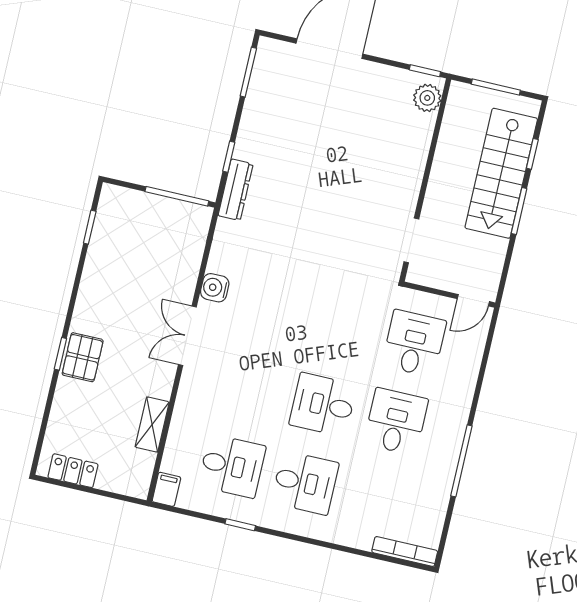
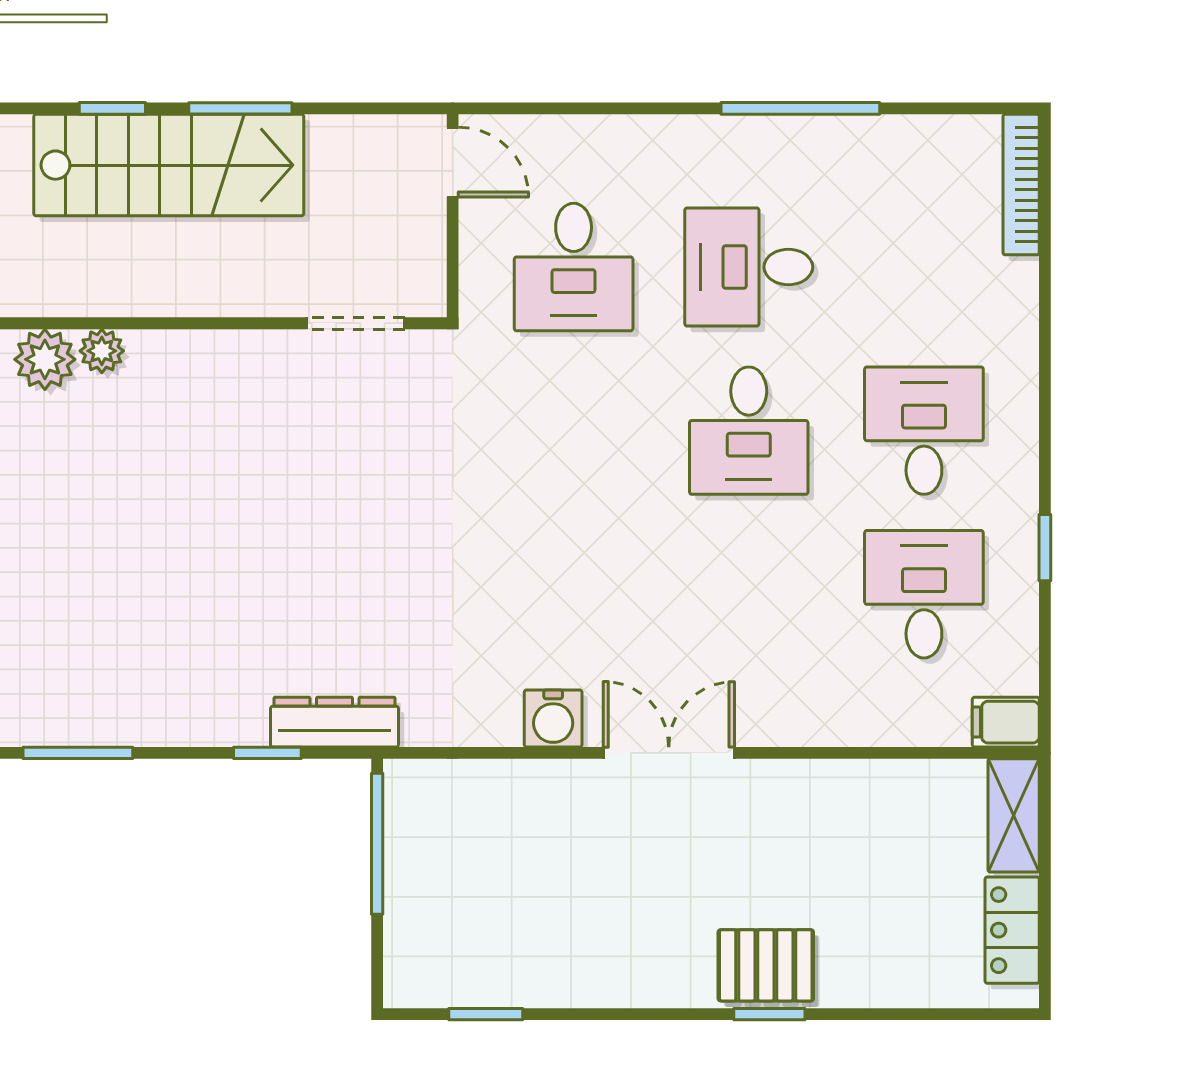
plant: (425, 124) -> (102, 351), added
double door: (187, 336) -> (669, 753), swing flipped
desk: (414, 343) -> (574, 267), turned -90
shelving: (152, 424) -> (1014, 815), moved, turned 90

